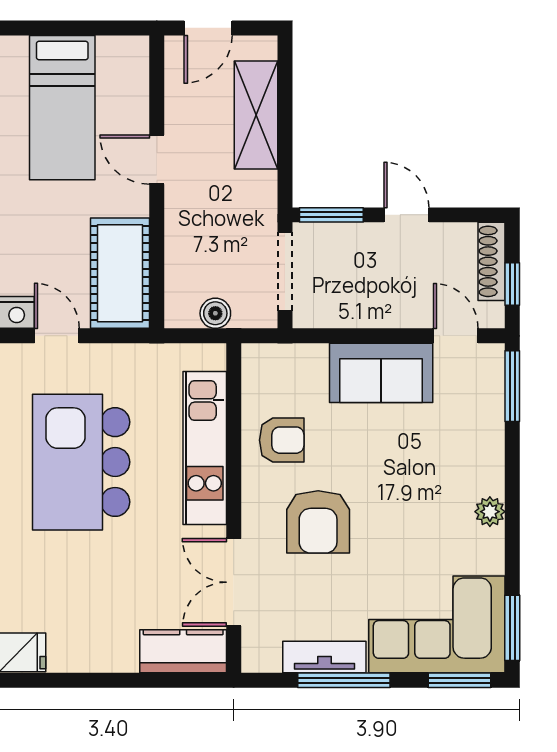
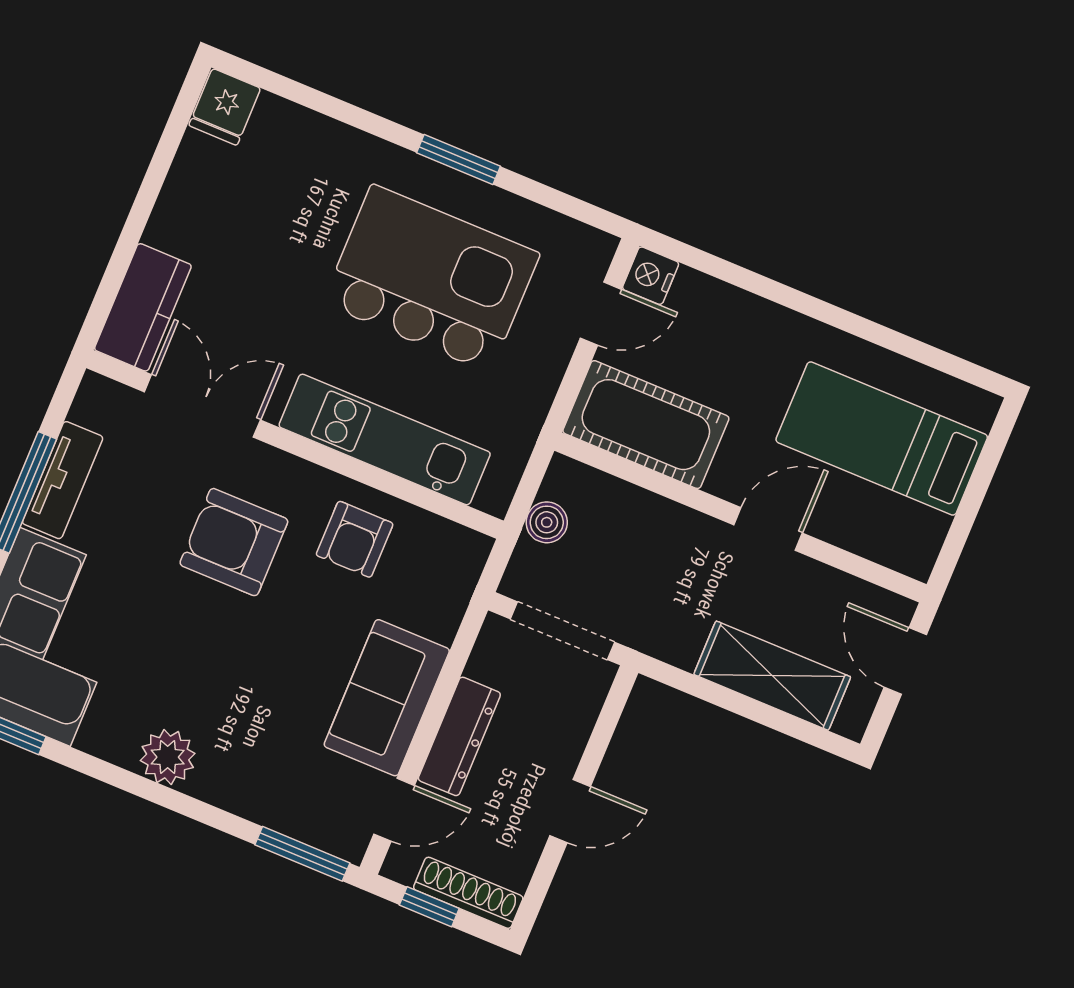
window: (331, 215) -> (609, 718), removed
dresser: (387, 312) -> (459, 736), added
plant: (490, 512) -> (168, 757), width x1.38, depth x1.38

